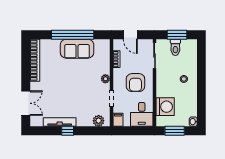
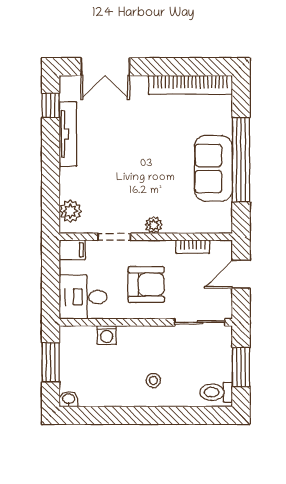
toilet: (175, 47) -> (216, 392), moved
armchair: (135, 83) -> (146, 285), turned 180
washing machine: (165, 107) -> (107, 335), width x0.53, depth x0.53
window: (68, 131) -> (51, 105), moved

